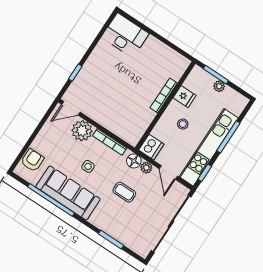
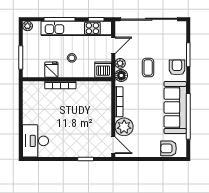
plant: (219, 86) -> (28, 26), moved
side table: (88, 166) -> (147, 106), removed
armchair: (106, 220) -> (177, 67), added

